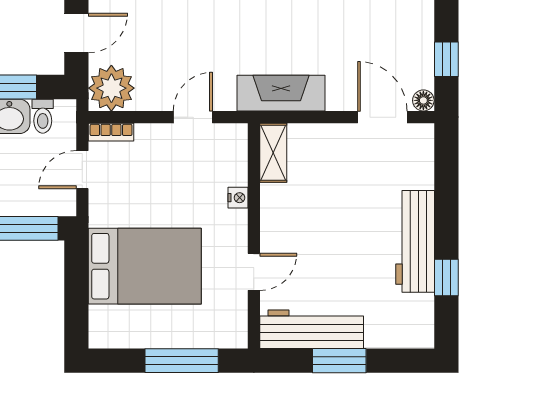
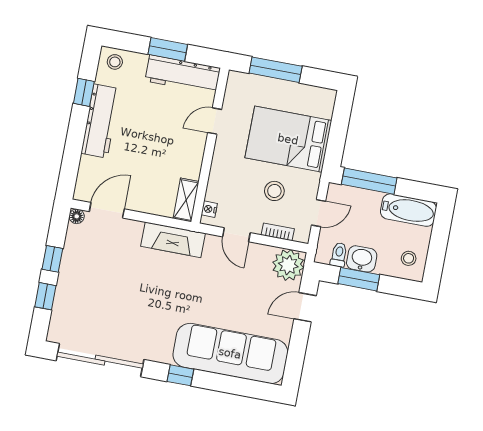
window: (446, 59) -> (52, 259), moved
door: (193, 117) -> (236, 235), hinge flipped
door: (382, 117) -> (107, 210), swing flipped
bookcase: (111, 132) -> (278, 232), moved
stool: (151, 189) -> (274, 191), added
nightstand: (238, 198) -> (209, 209), moved
stool: (411, 329) -> (115, 62), added

